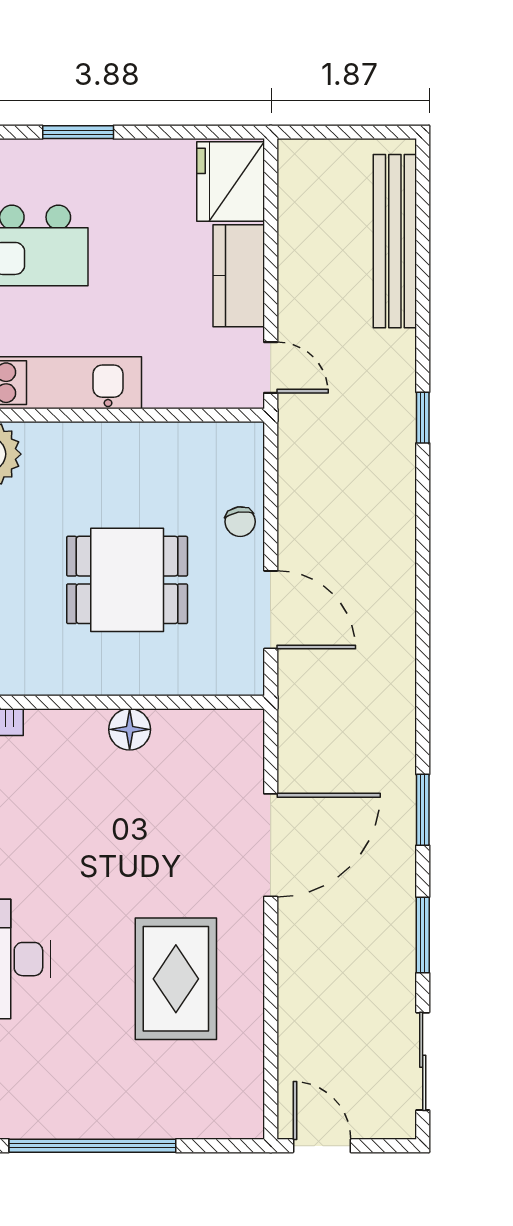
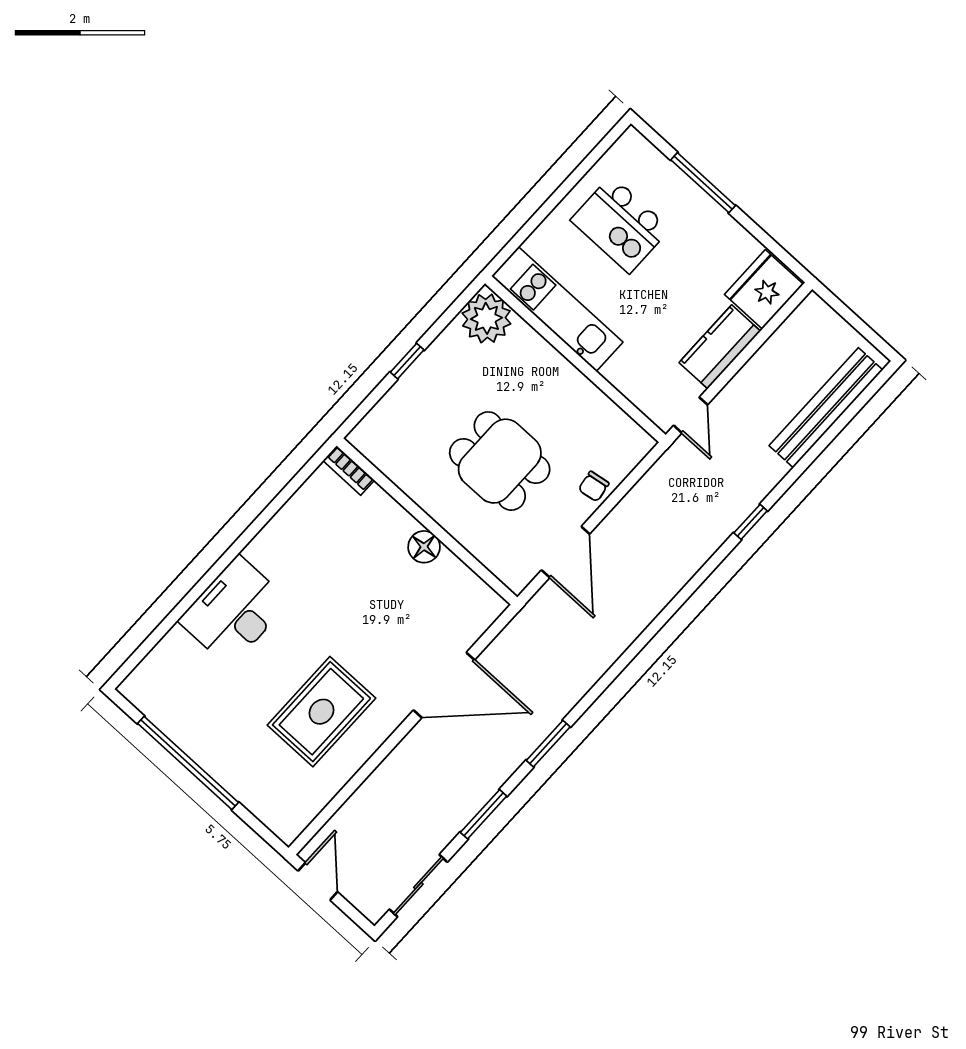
window: (78, 132) -> (703, 183), width x1.44

